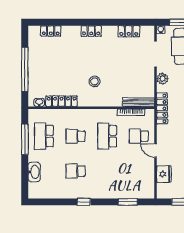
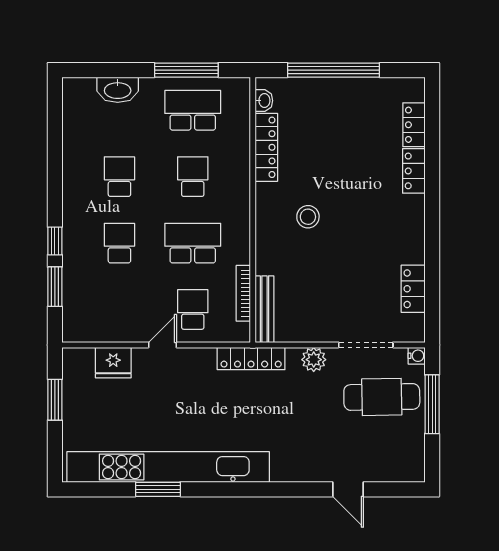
locker: (91, 31) -> (414, 171), moved
school desk: (107, 171) -> (119, 243), added
window: (84, 202) -> (55, 241), moved

